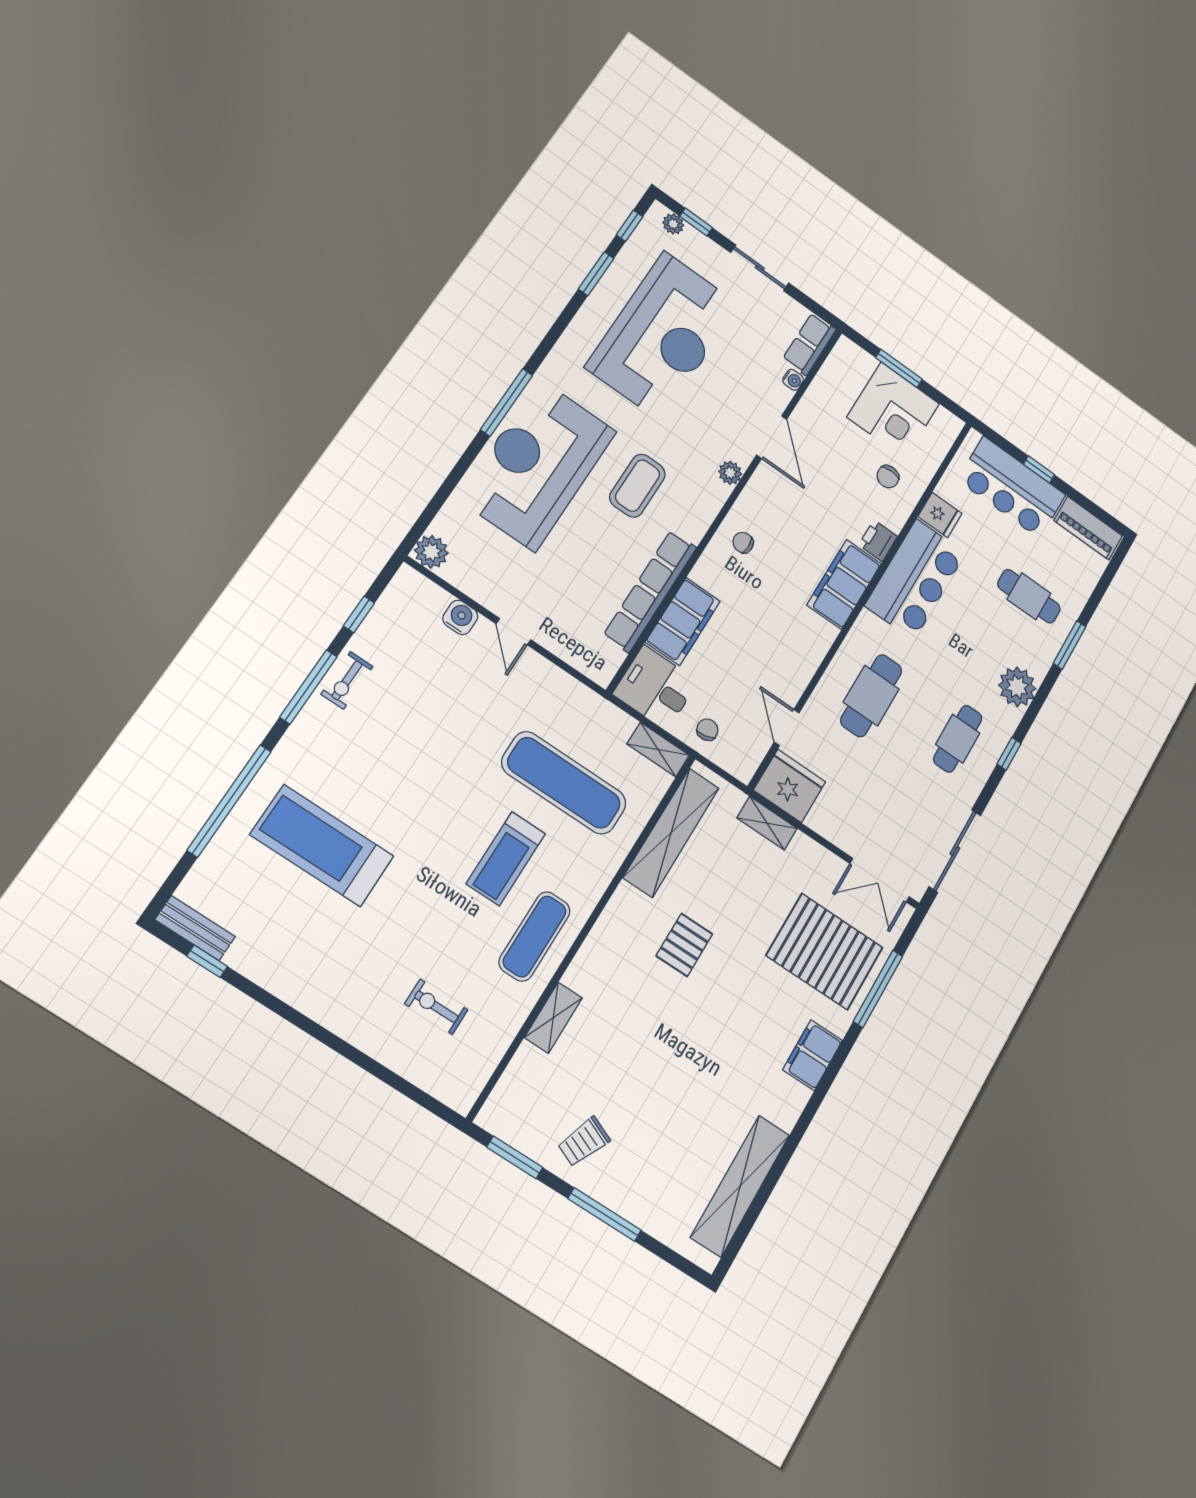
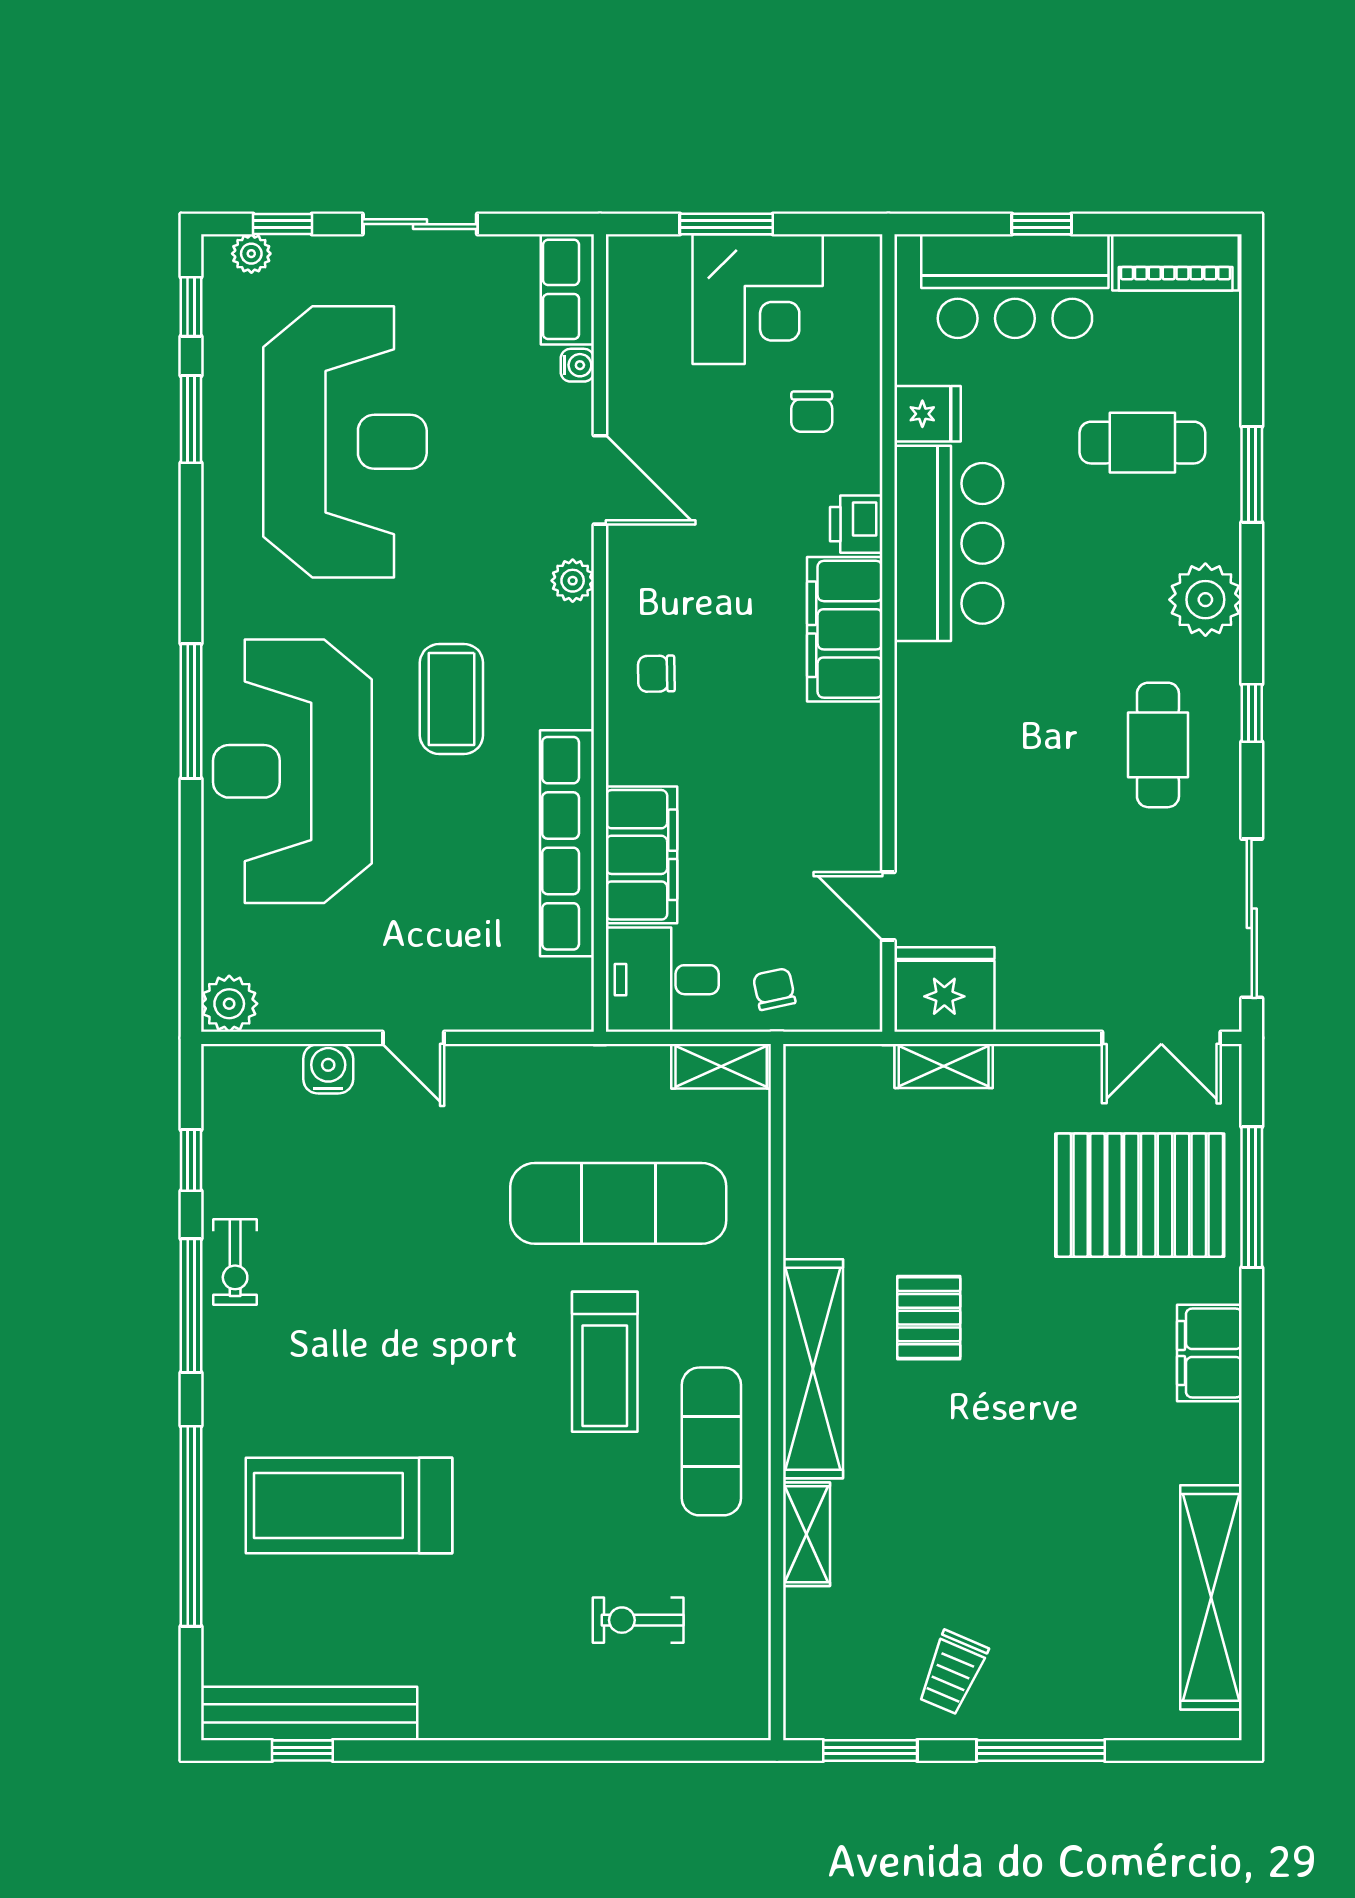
cafe table: (871, 696) -> (987, 771), removed
shelving: (671, 833) -> (813, 1369), moved
bench: (195, 928) -> (309, 1714), width x1.86, depth x1.21

